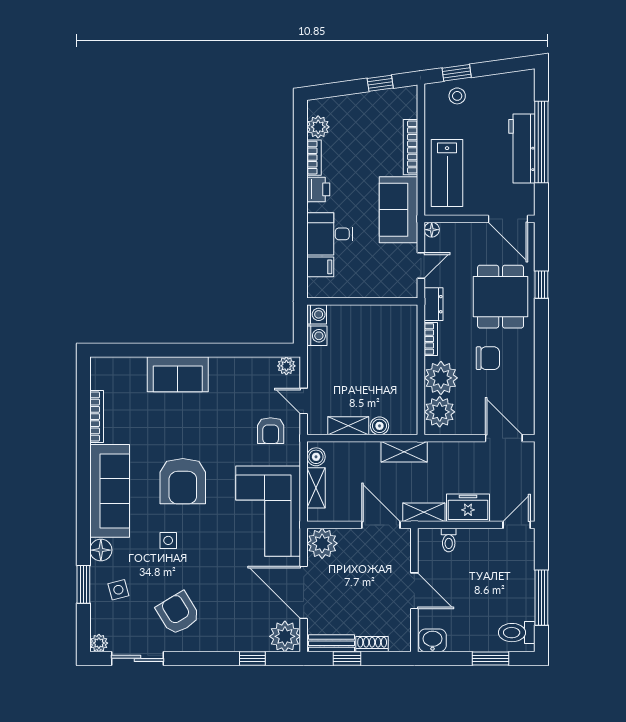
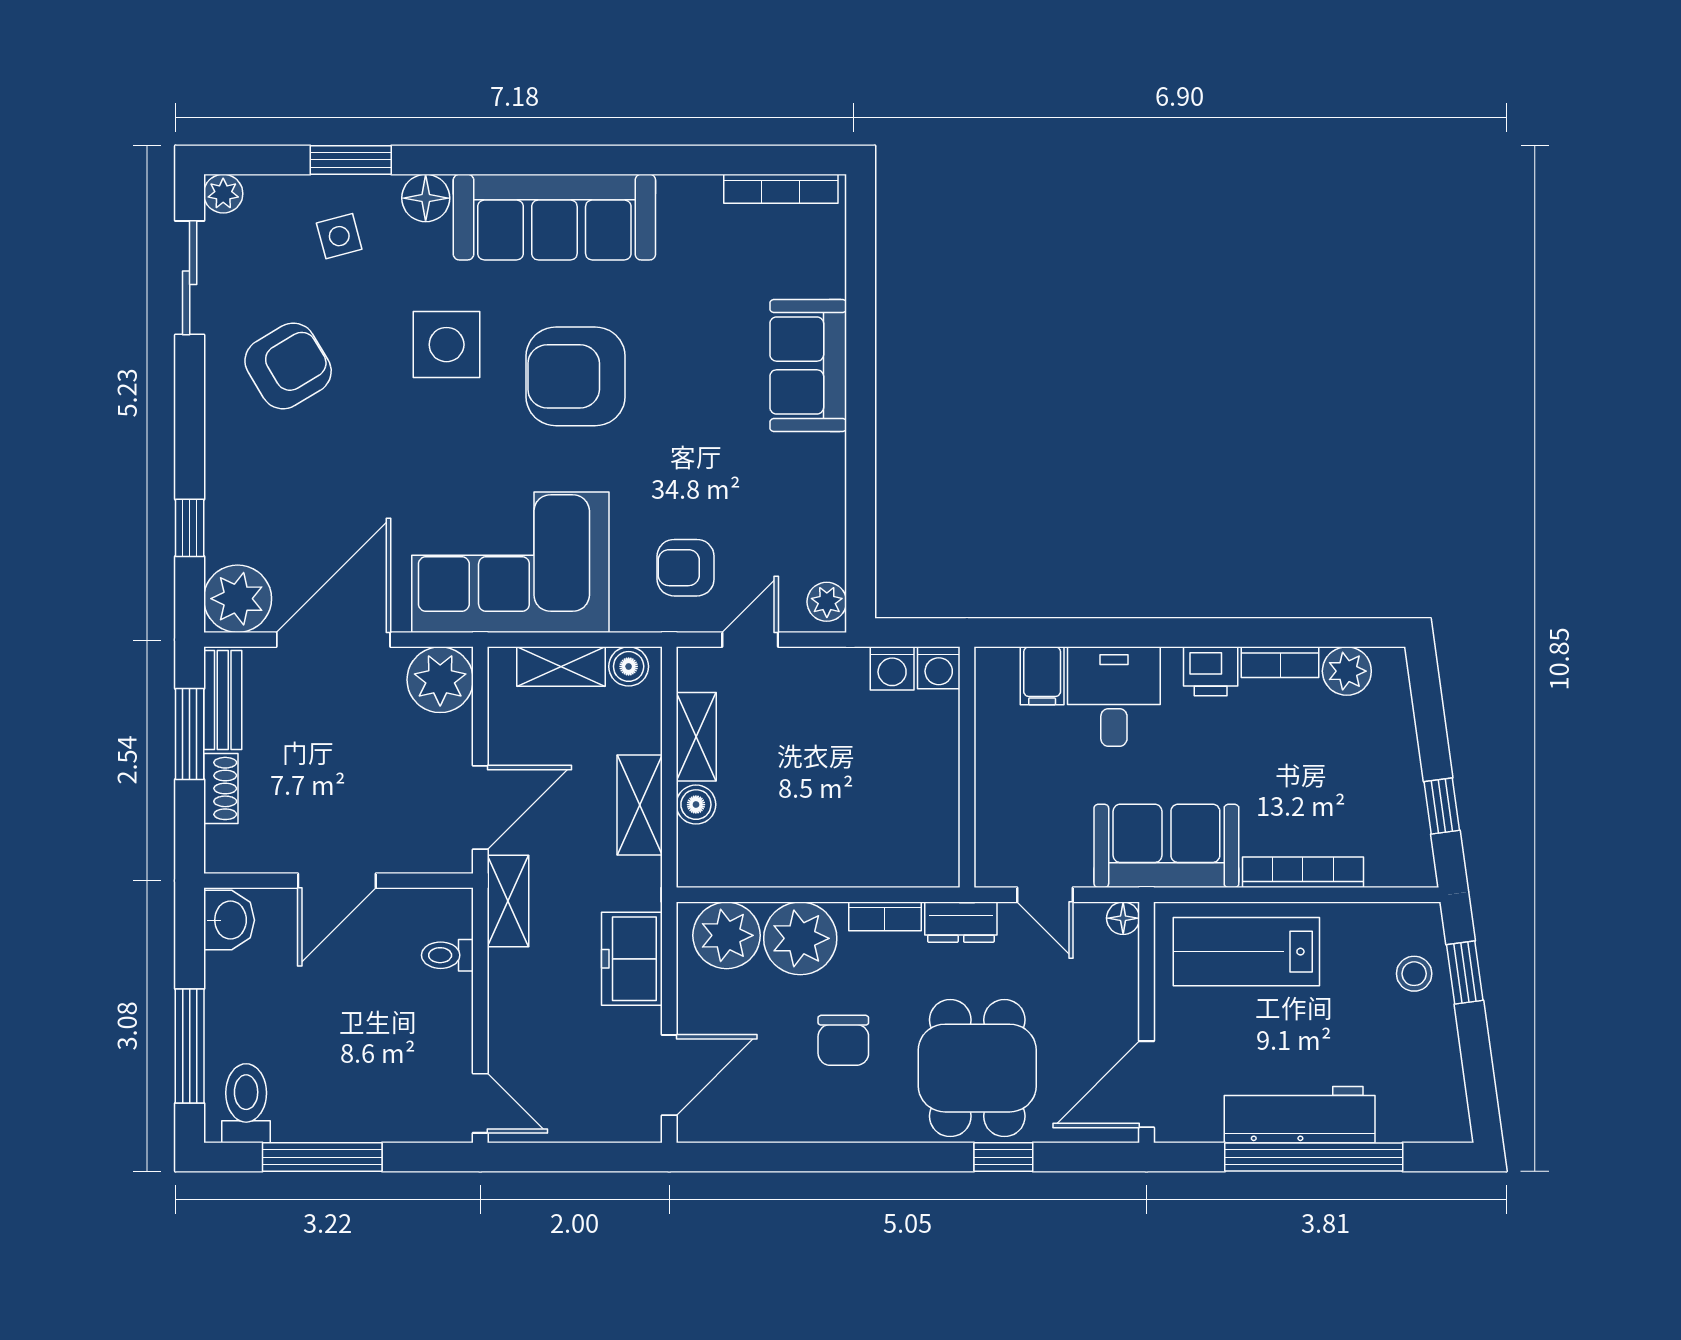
dining table: (501, 297) -> (977, 1068), turned 90
bookcase: (97, 417) -> (781, 189), moved
shelving: (404, 452) -> (640, 805), moved
freezer: (468, 508) -> (632, 959), moved, turned 180
side table: (168, 540) -> (447, 345), width x1.87, depth x1.87
window: (347, 658) -> (190, 734), width x1.50
window: (490, 658) -> (190, 1046), width x1.44

